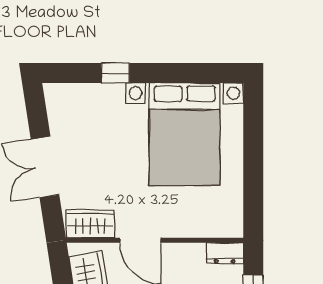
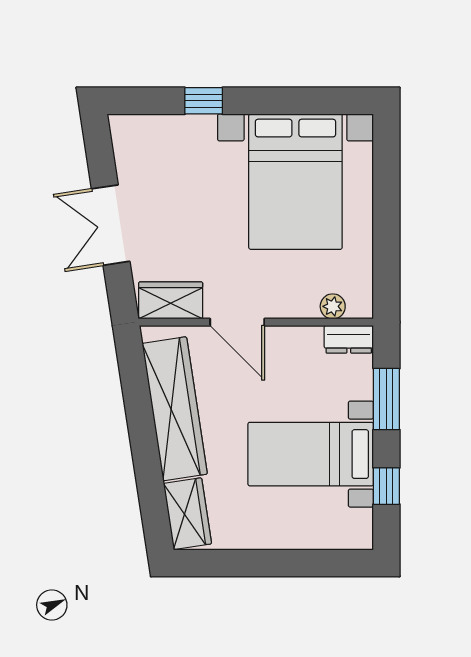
plant: (213, 228) -> (333, 306), added

